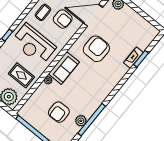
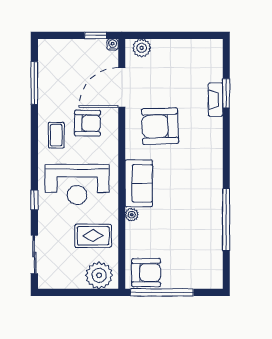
armchair: (96, 49) -> (160, 126), turned -92
armchair: (59, 112) -> (146, 273), moved, turned -89
plant: (81, 121) -> (214, 232), removed

